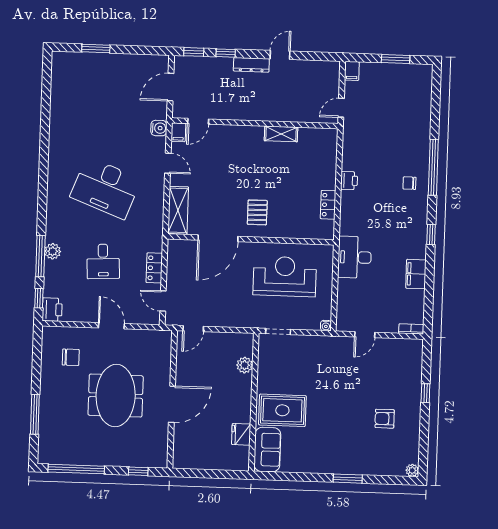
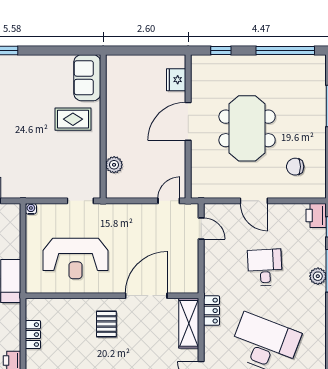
locker: (154, 268) -> (212, 311), moved
rug: (282, 410) -> (73, 119), width x0.73, depth x0.70
fridge: (241, 434) -> (176, 80), moved, turned 180

